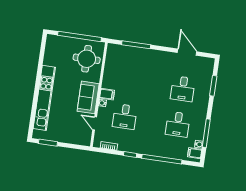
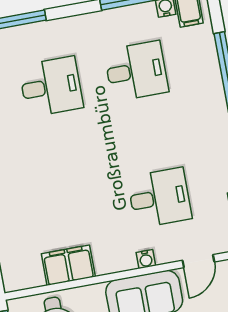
filing cabinet: (107, 94) -> (68, 265), moved, width x2.00

